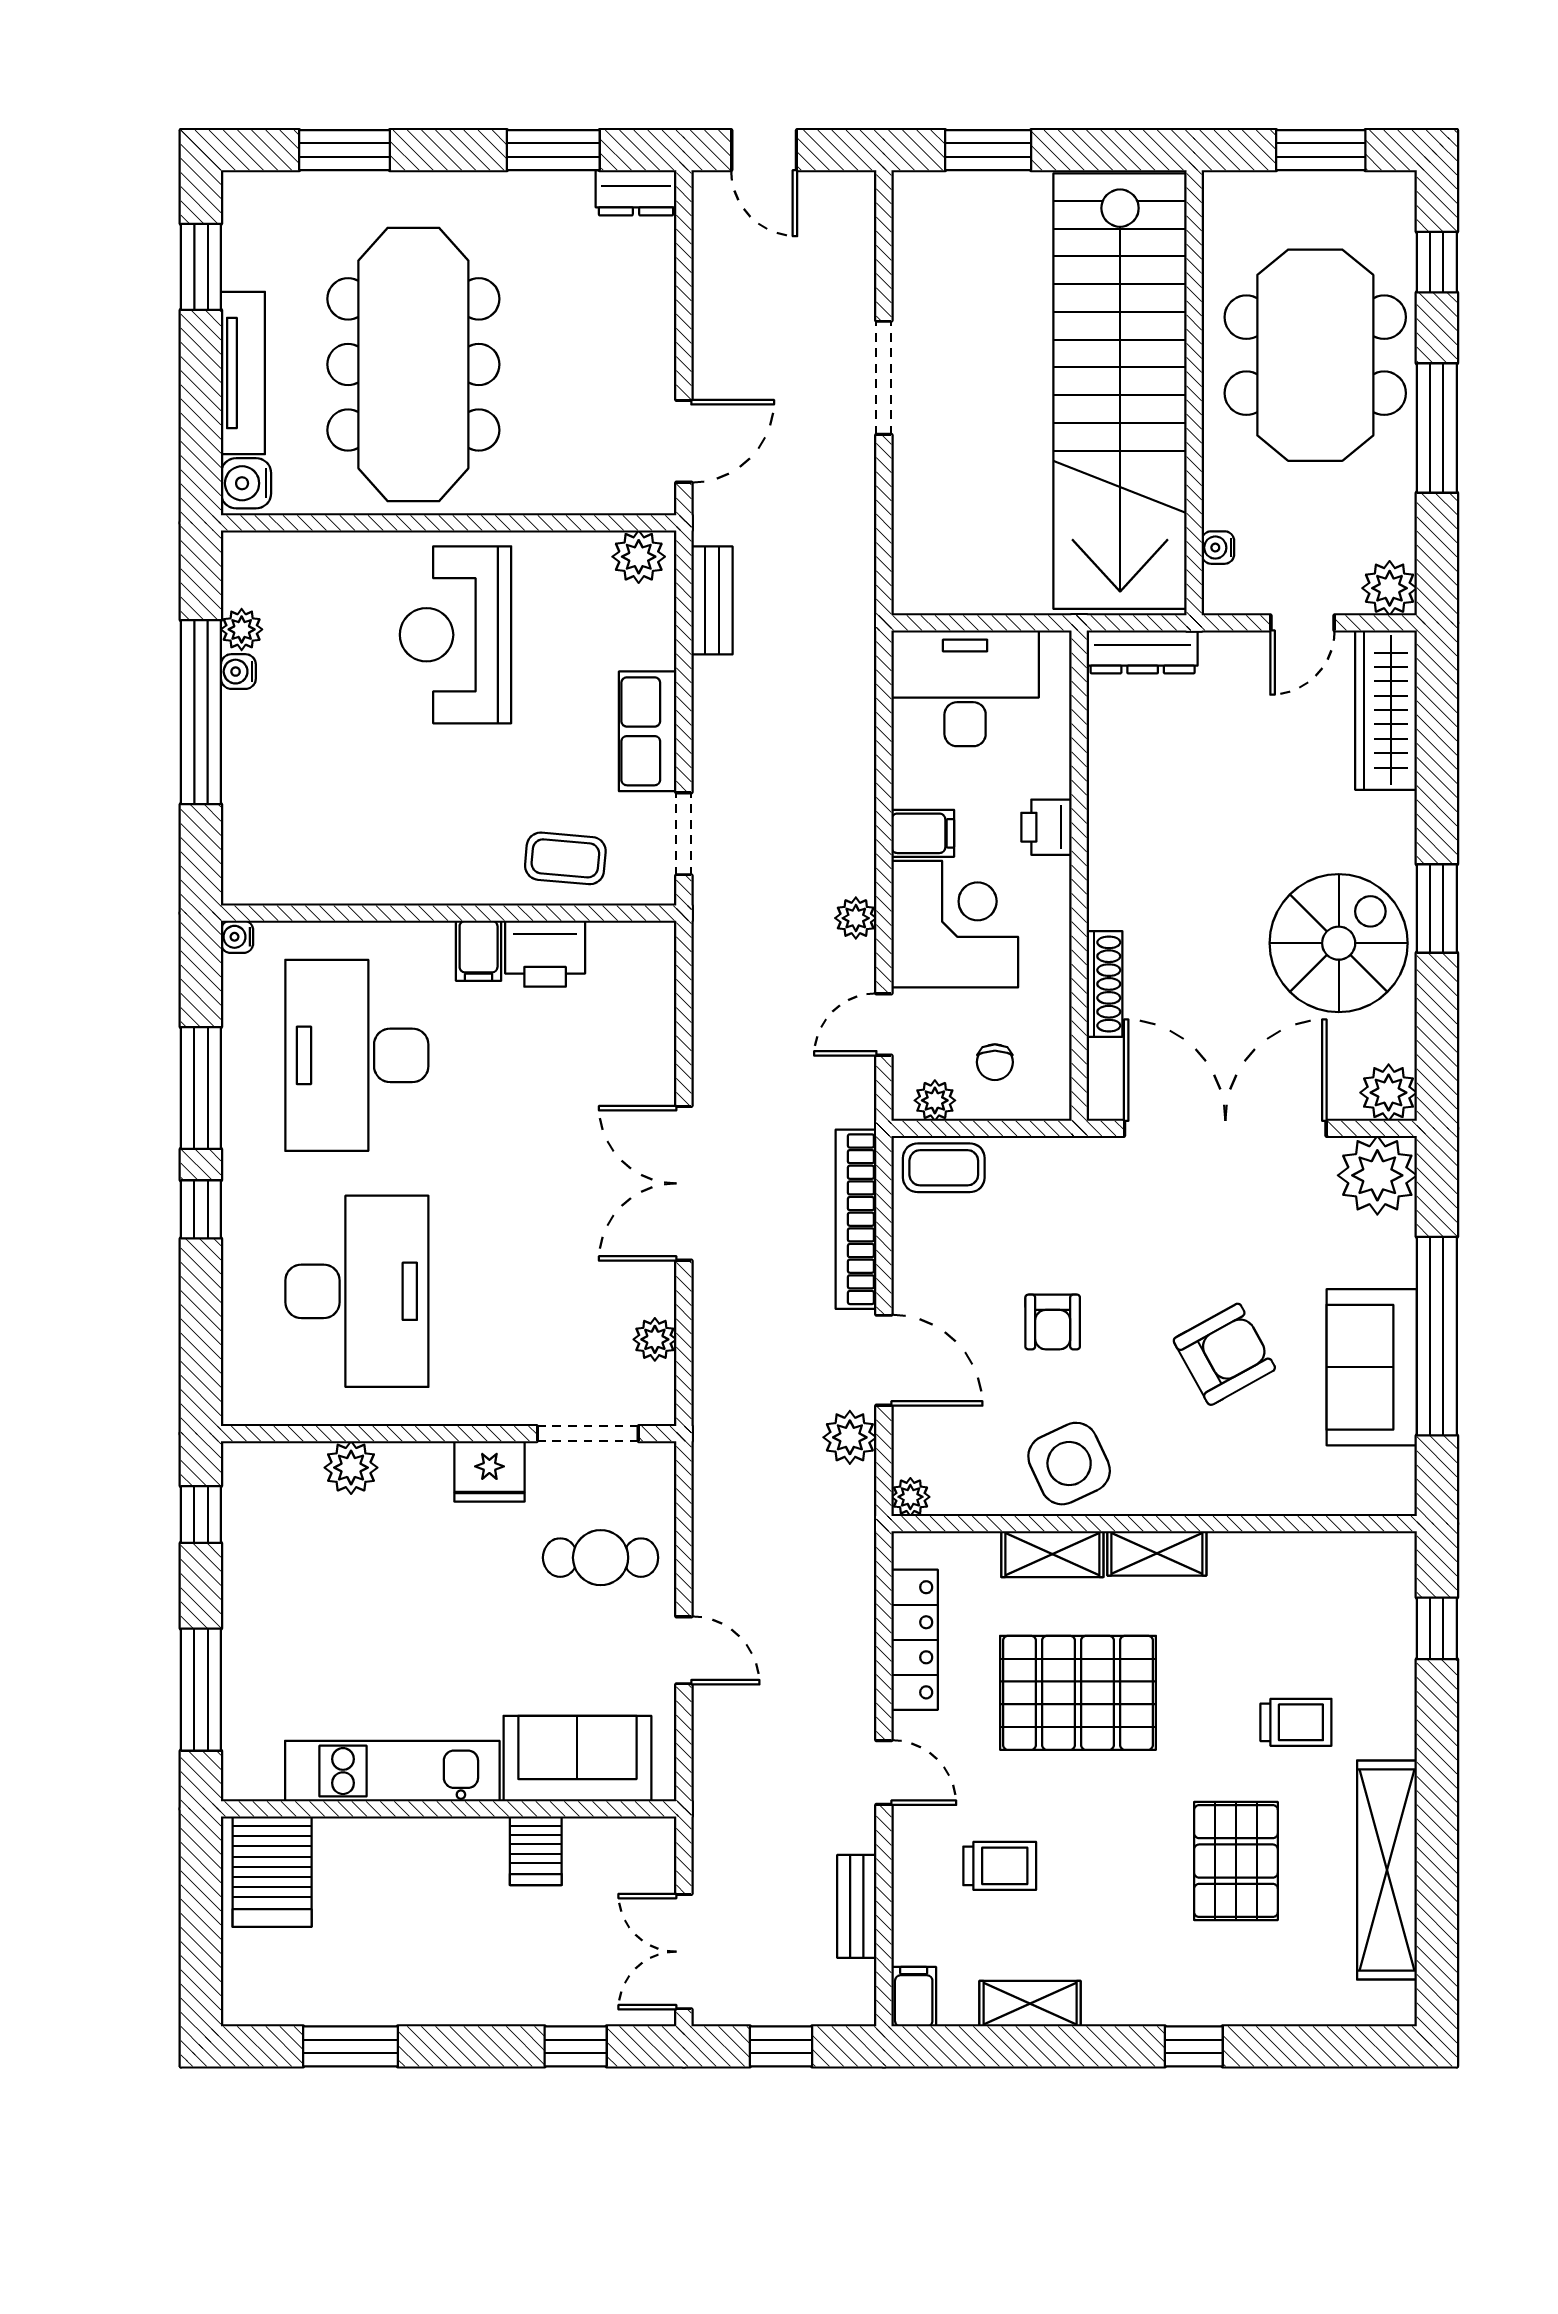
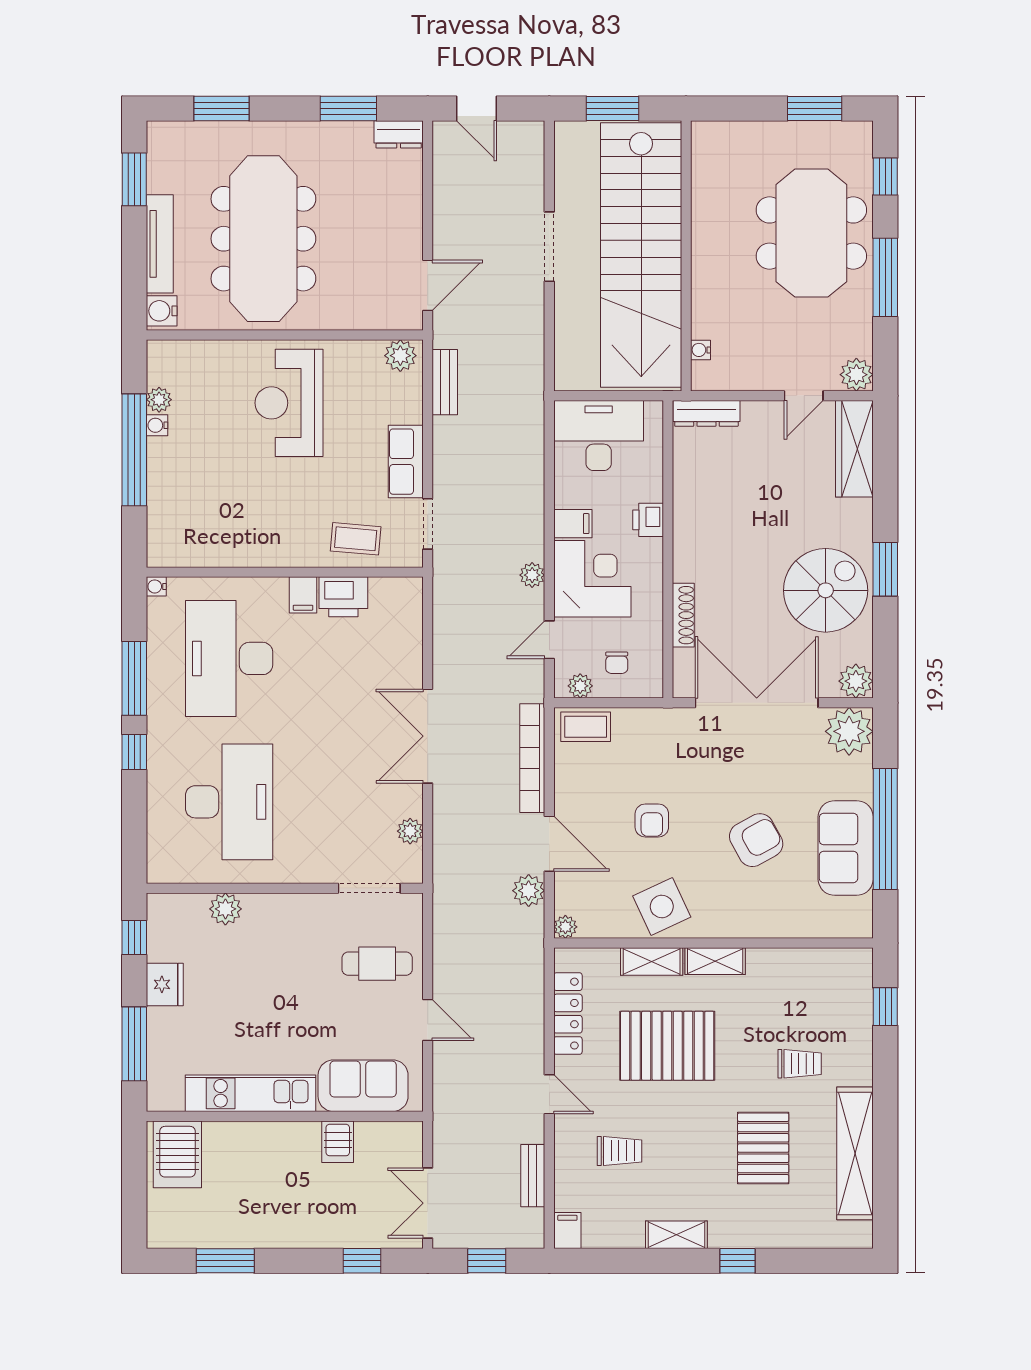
stairs: (1120, 391) -> (641, 255), moved
wall: (1194, 393) -> (686, 256), moved
water cooler: (1218, 548) -> (701, 350), moved
fridge: (489, 1471) -> (165, 984), moved, turned -90
shelving: (1030, 2004) -> (676, 1235), moved

